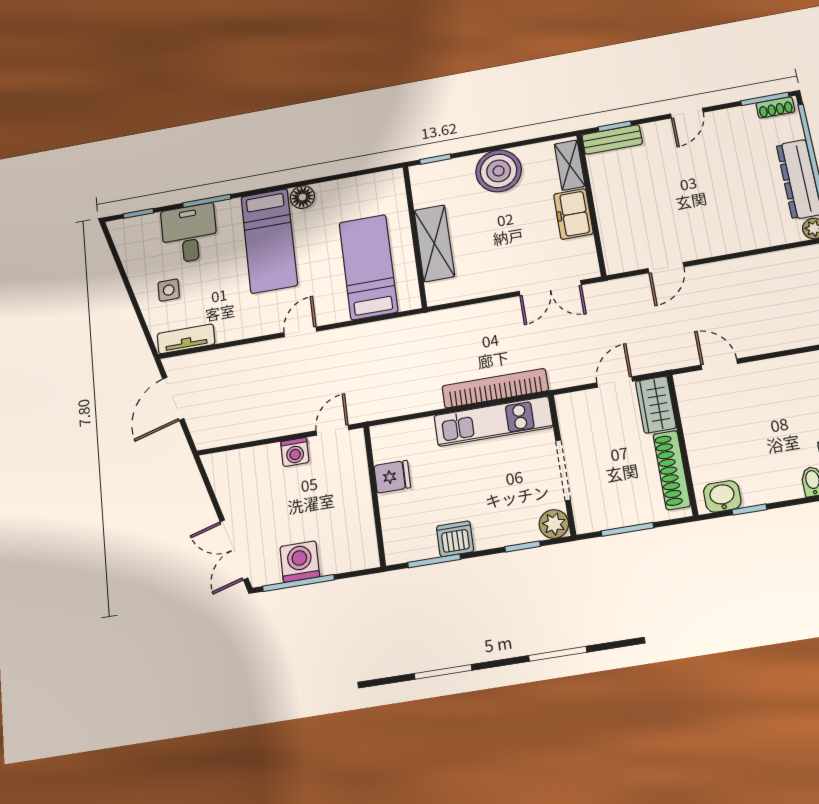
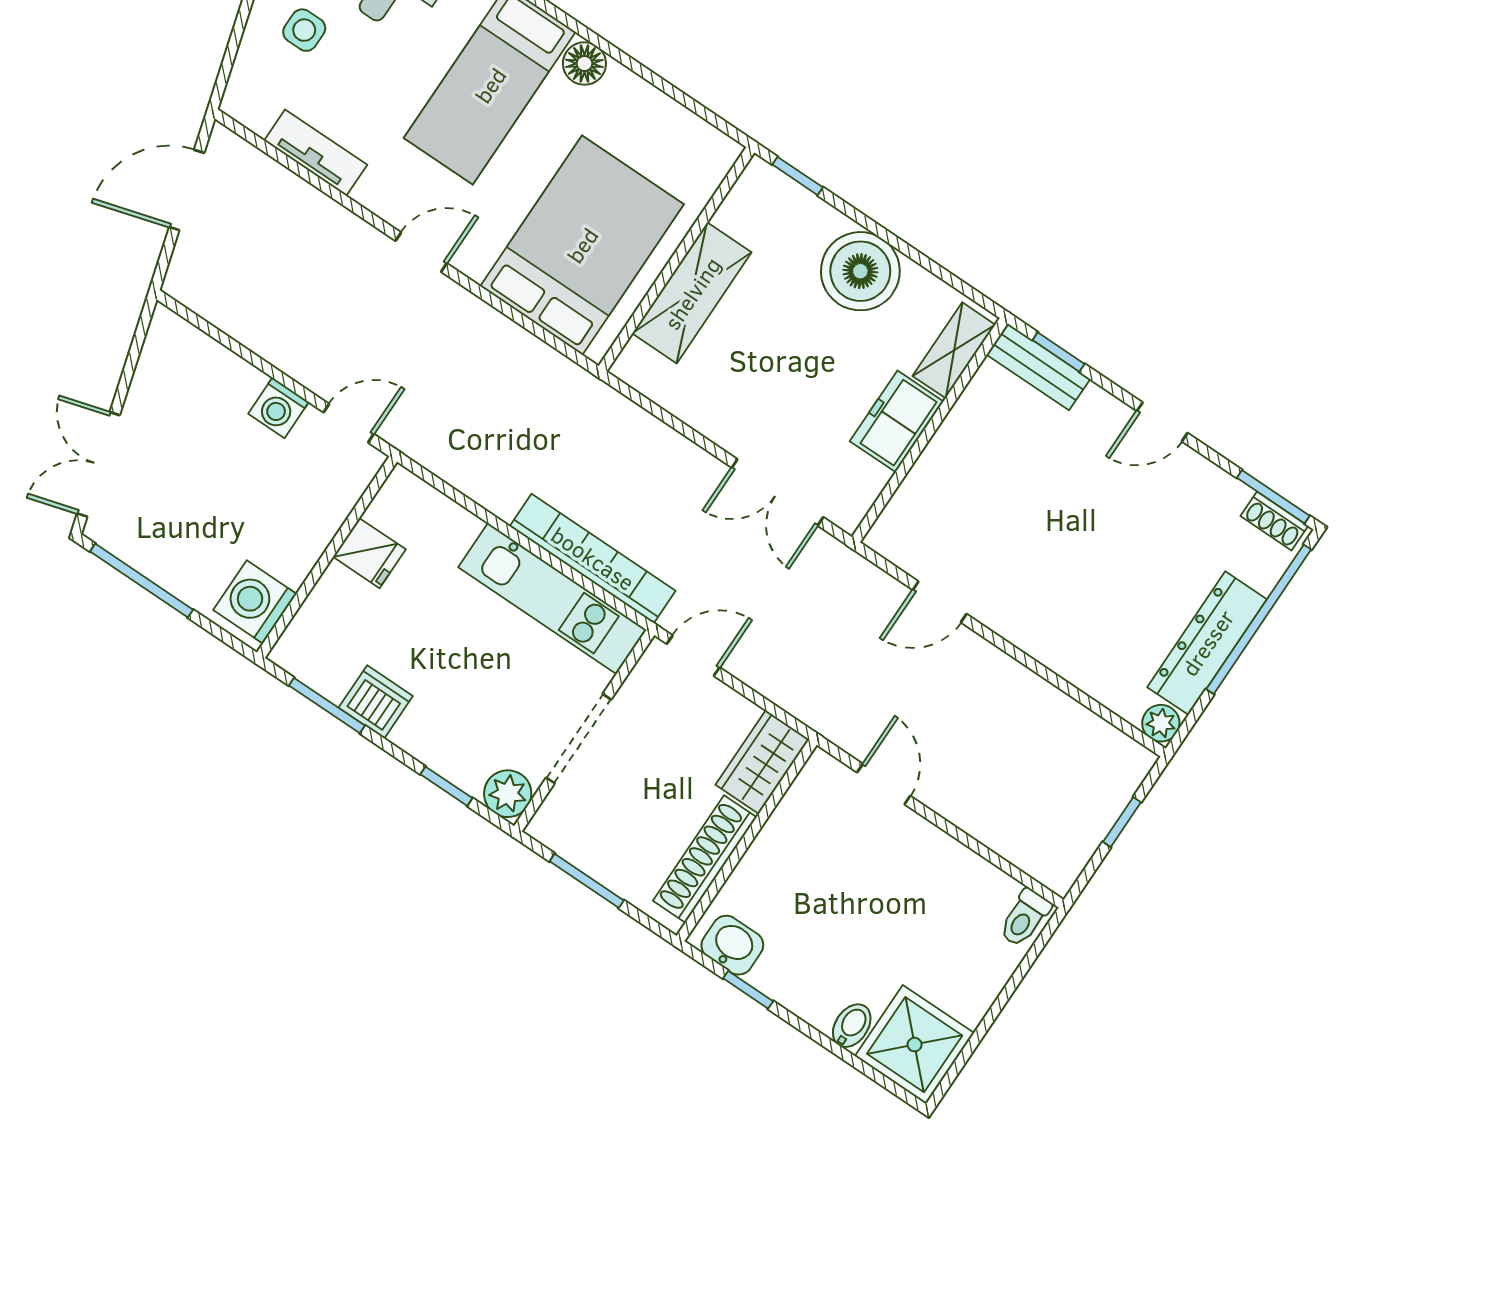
bed: (368, 267) -> (582, 245), width x1.50
tv unit: (186, 339) -> (316, 153), moved
door: (615, 382) -> (693, 656), moved
washing machine: (300, 562) -> (255, 602), moved, turned -90

